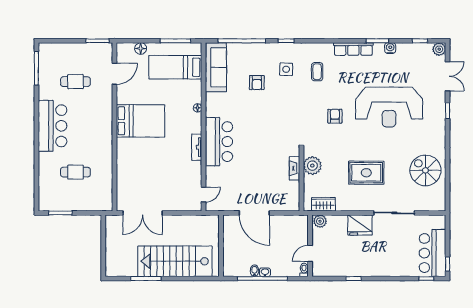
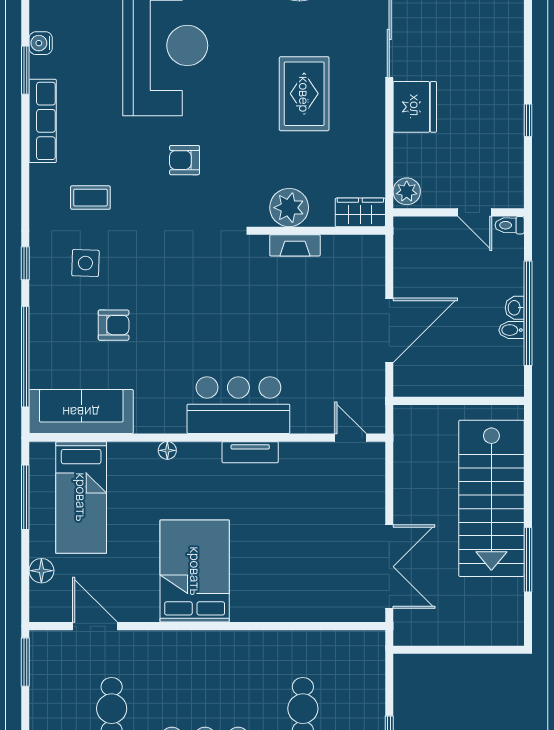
wardrobe: (323, 204) -> (360, 212), moved, turned 90

